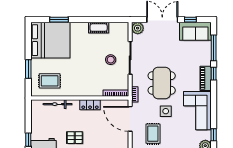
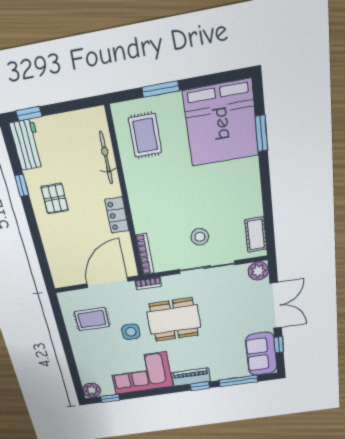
cot: (99, 28) -> (256, 235), moved

